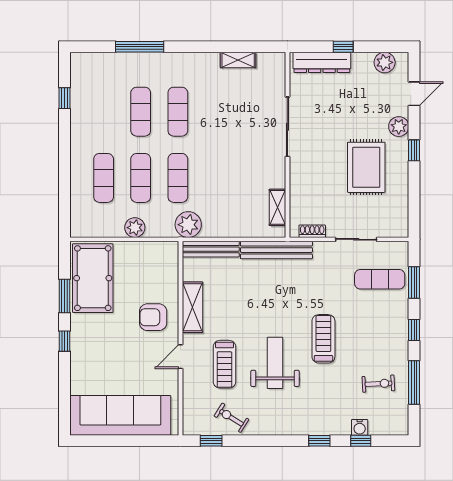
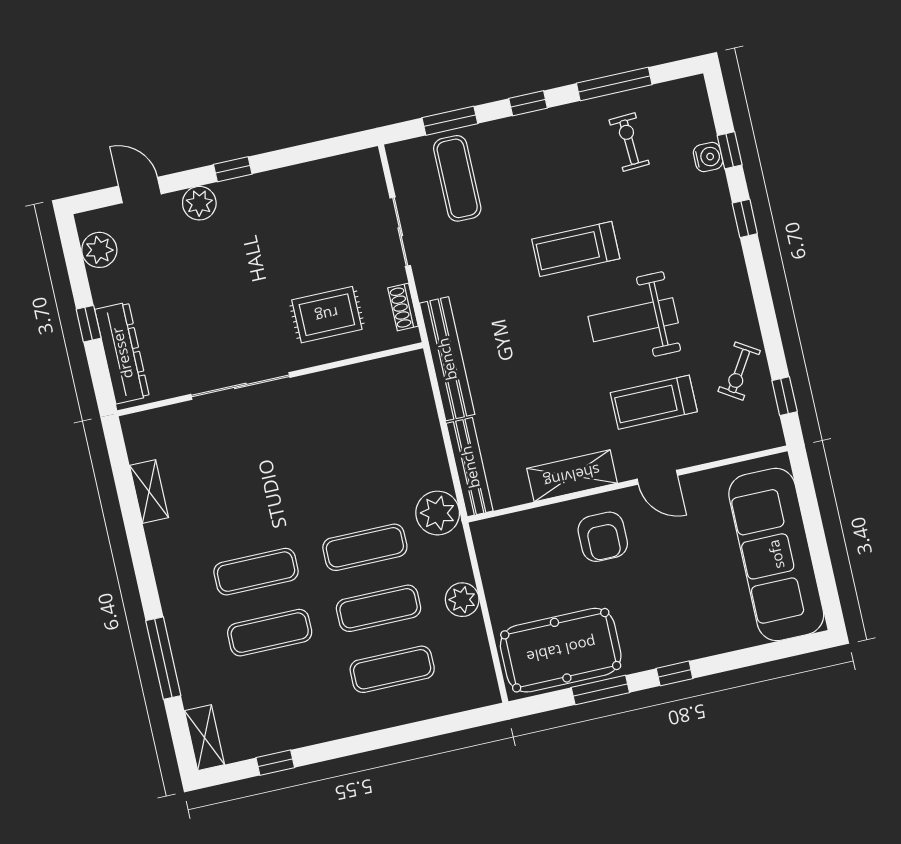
rug: (366, 167) -> (327, 315), moved, width x0.73, depth x0.70
shelving: (277, 207) -> (205, 738), moved, turned 90
treadmill: (224, 364) -> (654, 402), turned 180

